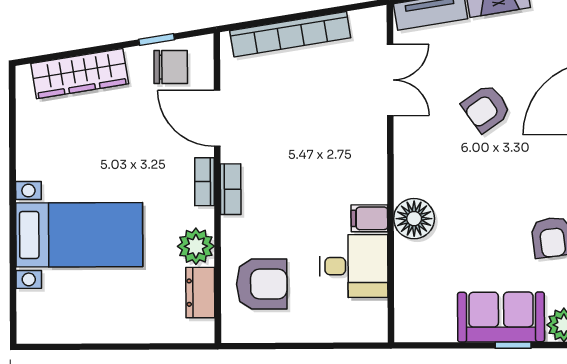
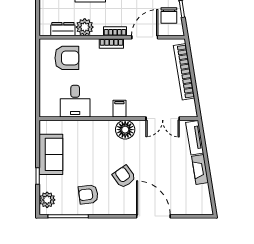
armchair: (486, 108) -> (124, 177), moved
filing cabinet: (369, 218) -> (119, 109), moved
floor lamp: (414, 219) -> (125, 130), moved
armchair: (262, 284) -> (67, 58), turned -90
sofa: (501, 317) -> (51, 154), moved

